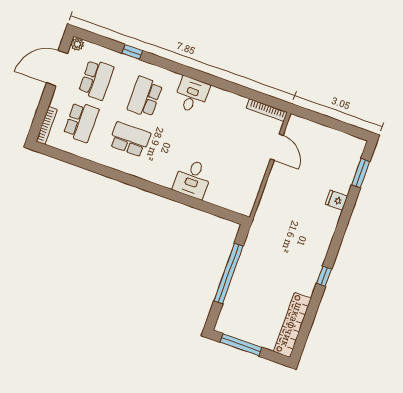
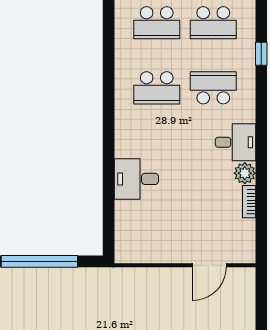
plant: (217, 96) -> (245, 173), added
bookcase: (267, 110) -> (249, 202), moved, width x0.64
school desk: (130, 139) -> (157, 88), turned 90

